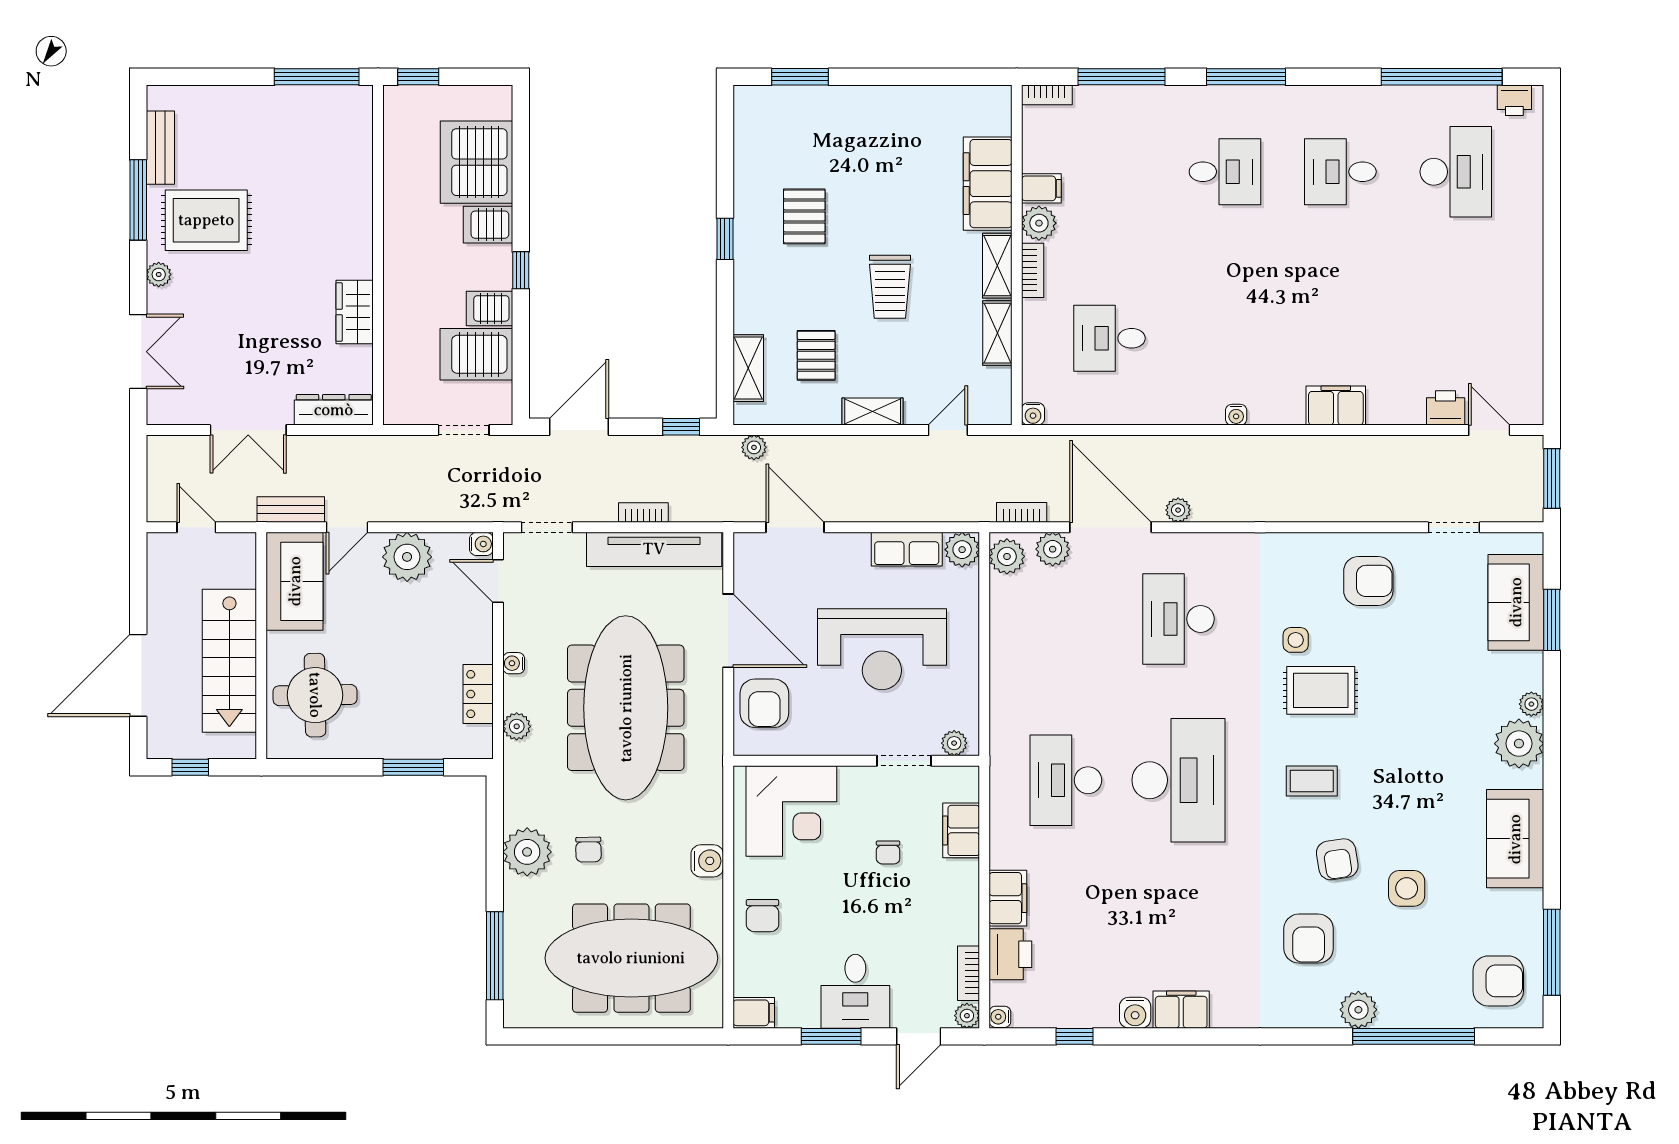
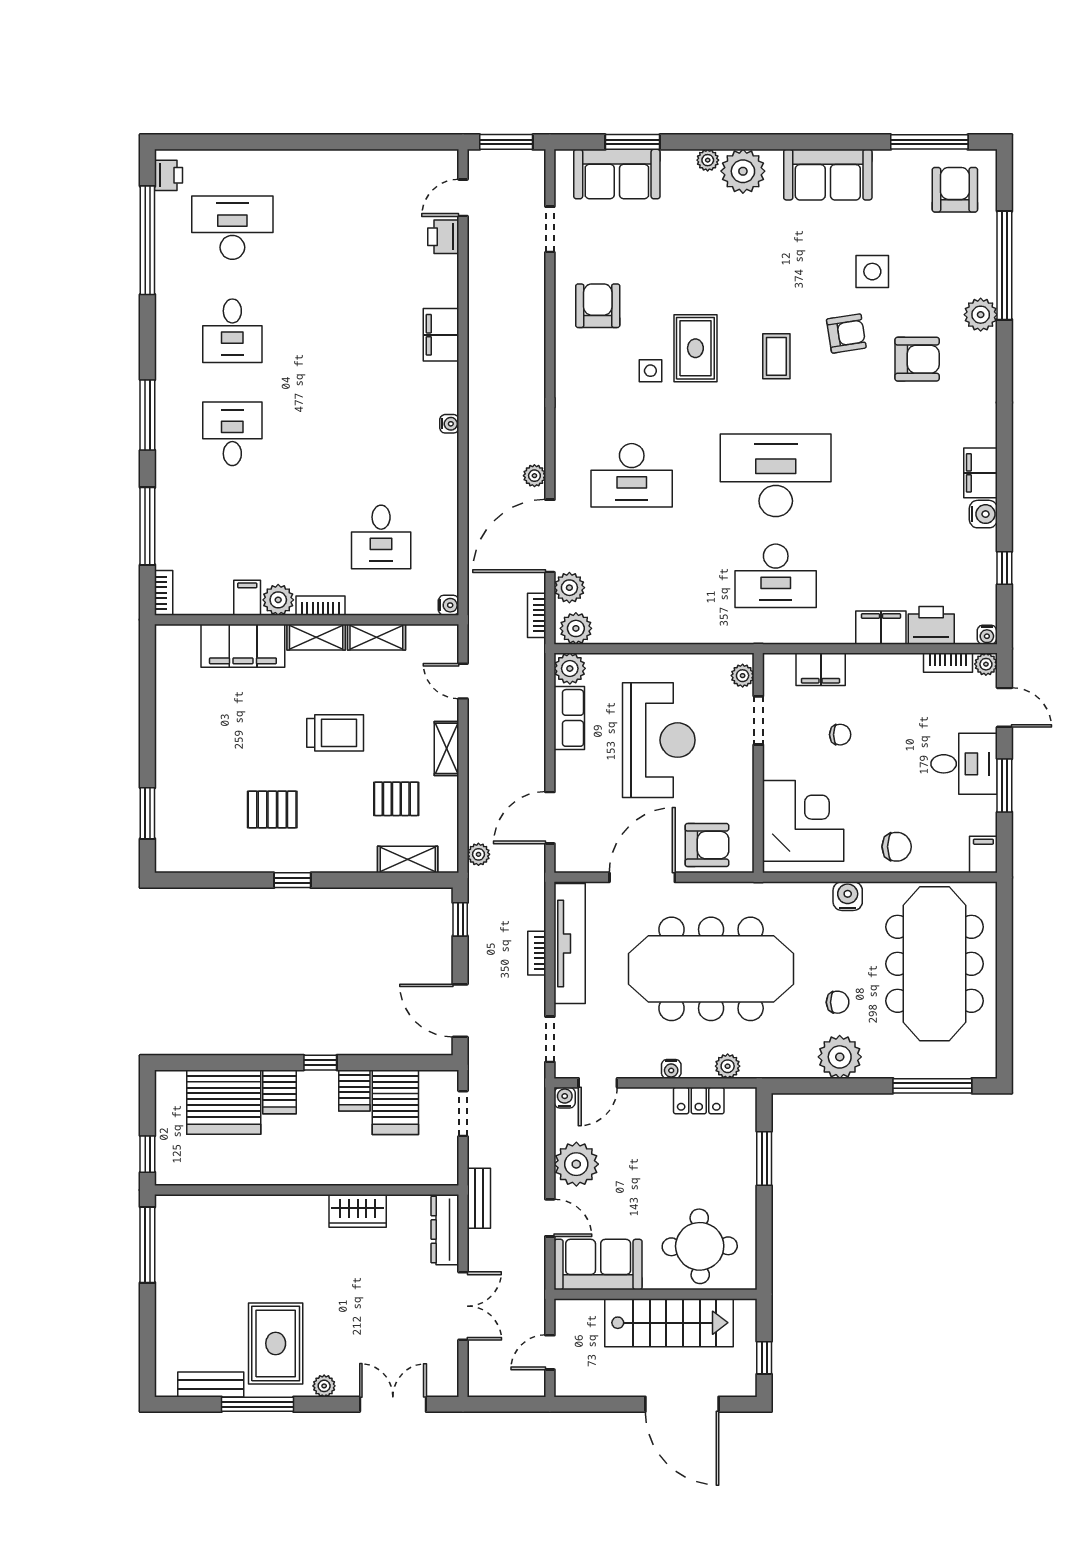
bench: (291, 510) -> (479, 1198), moved

